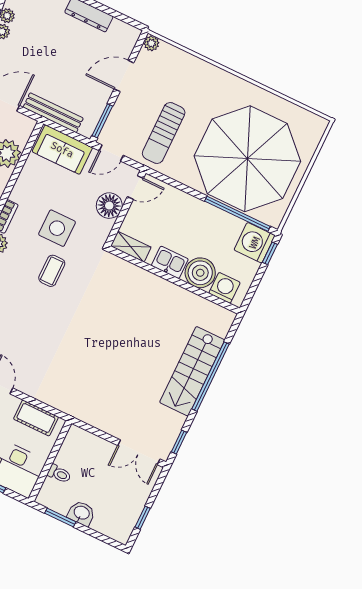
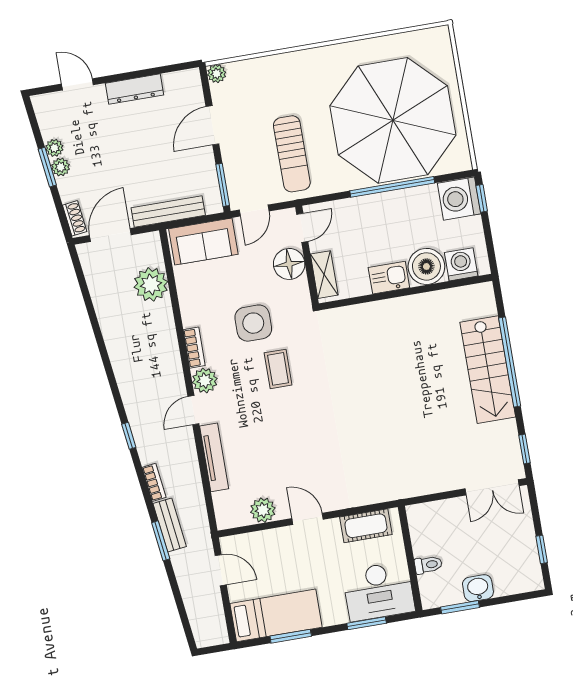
window: (237, 214) -> (392, 187), moved
shelving: (131, 247) -> (324, 275), moved, turned 90

